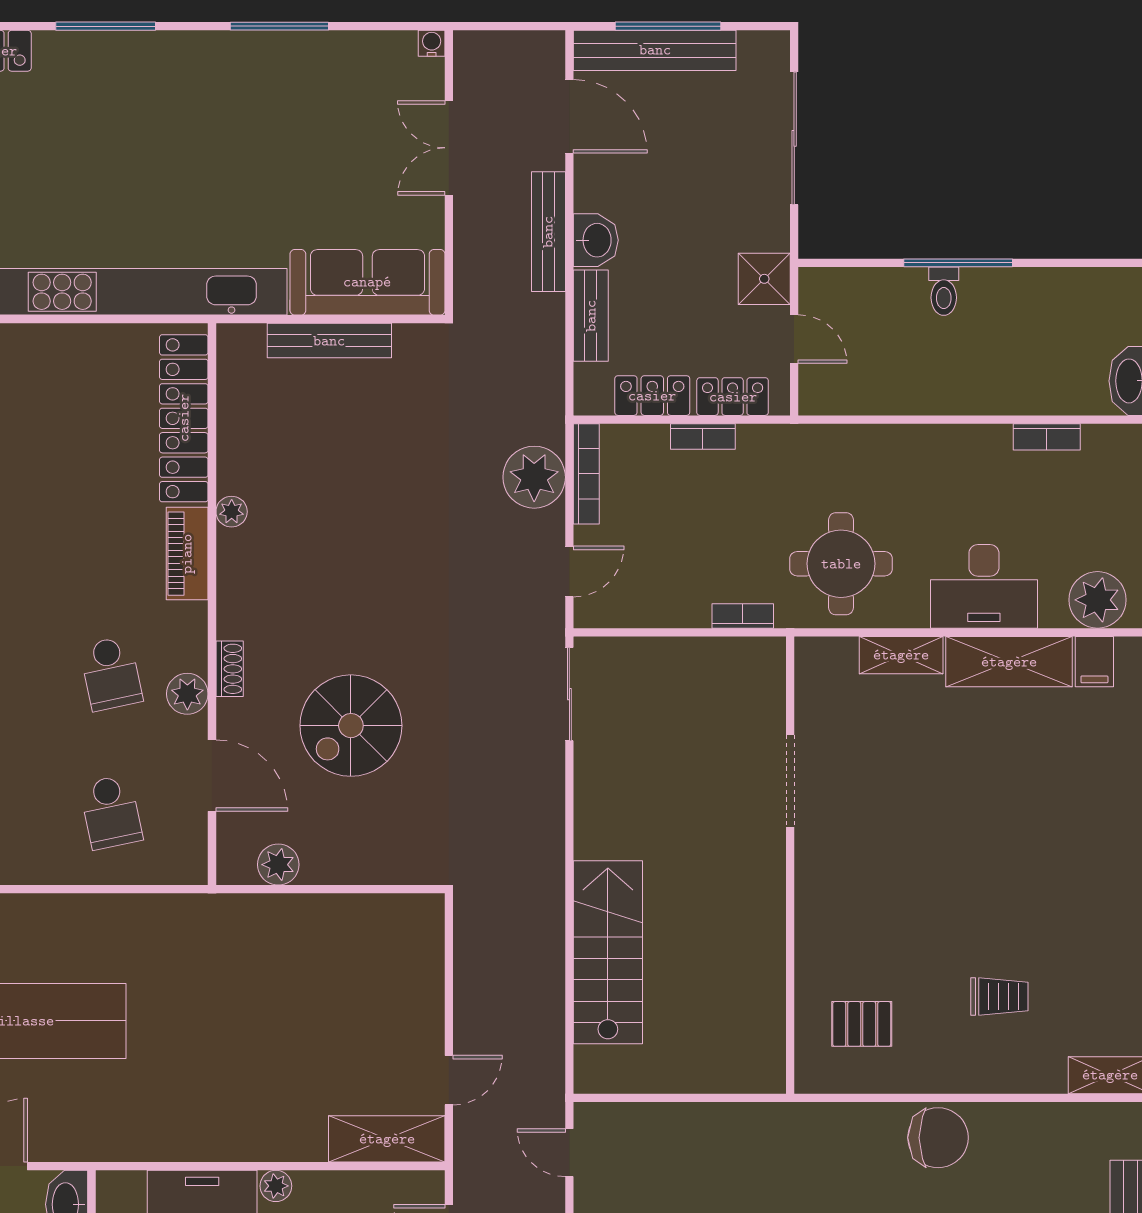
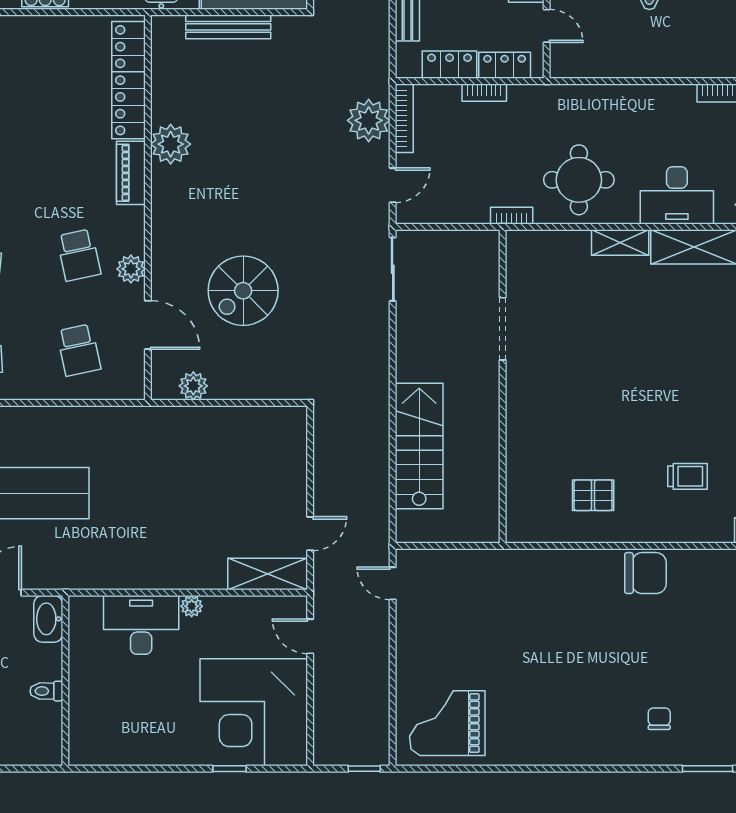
plant: (232, 512) -> (171, 144), width x1.88, depth x1.88
shoe rack: (230, 669) -> (160, 252), removed
doorway: (790, 781) -> (503, 329), moved
wall: (790, 865) -> (503, 386), moved

